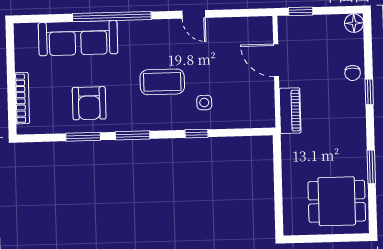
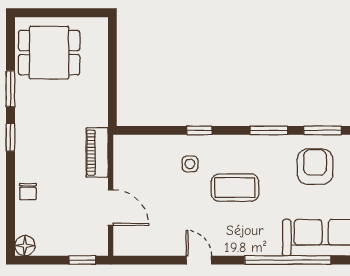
chair: (353, 73) -> (28, 192), turned 180
window: (369, 92) -> (10, 137), moved

